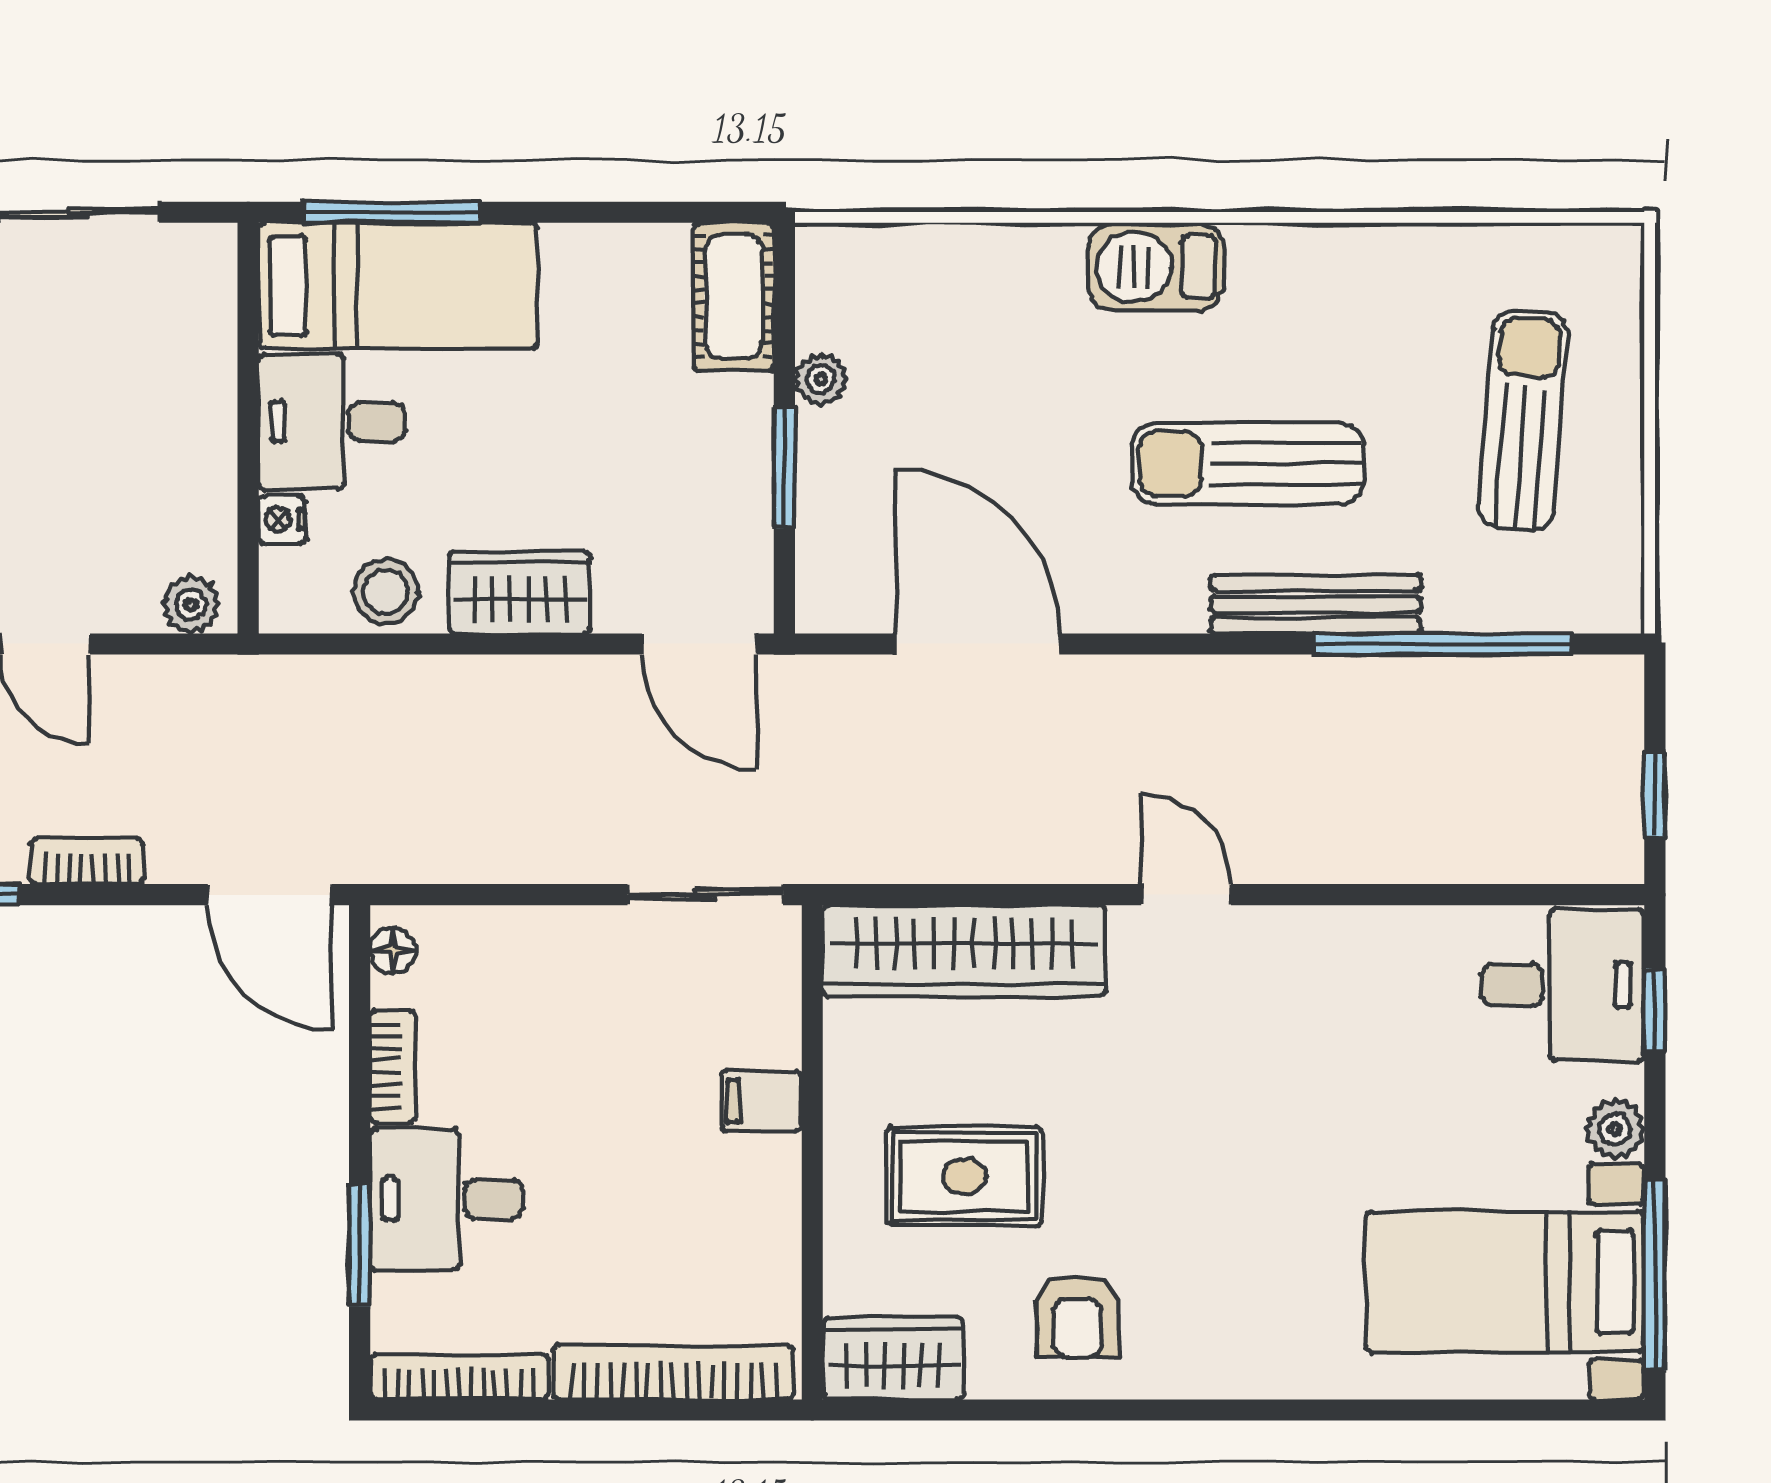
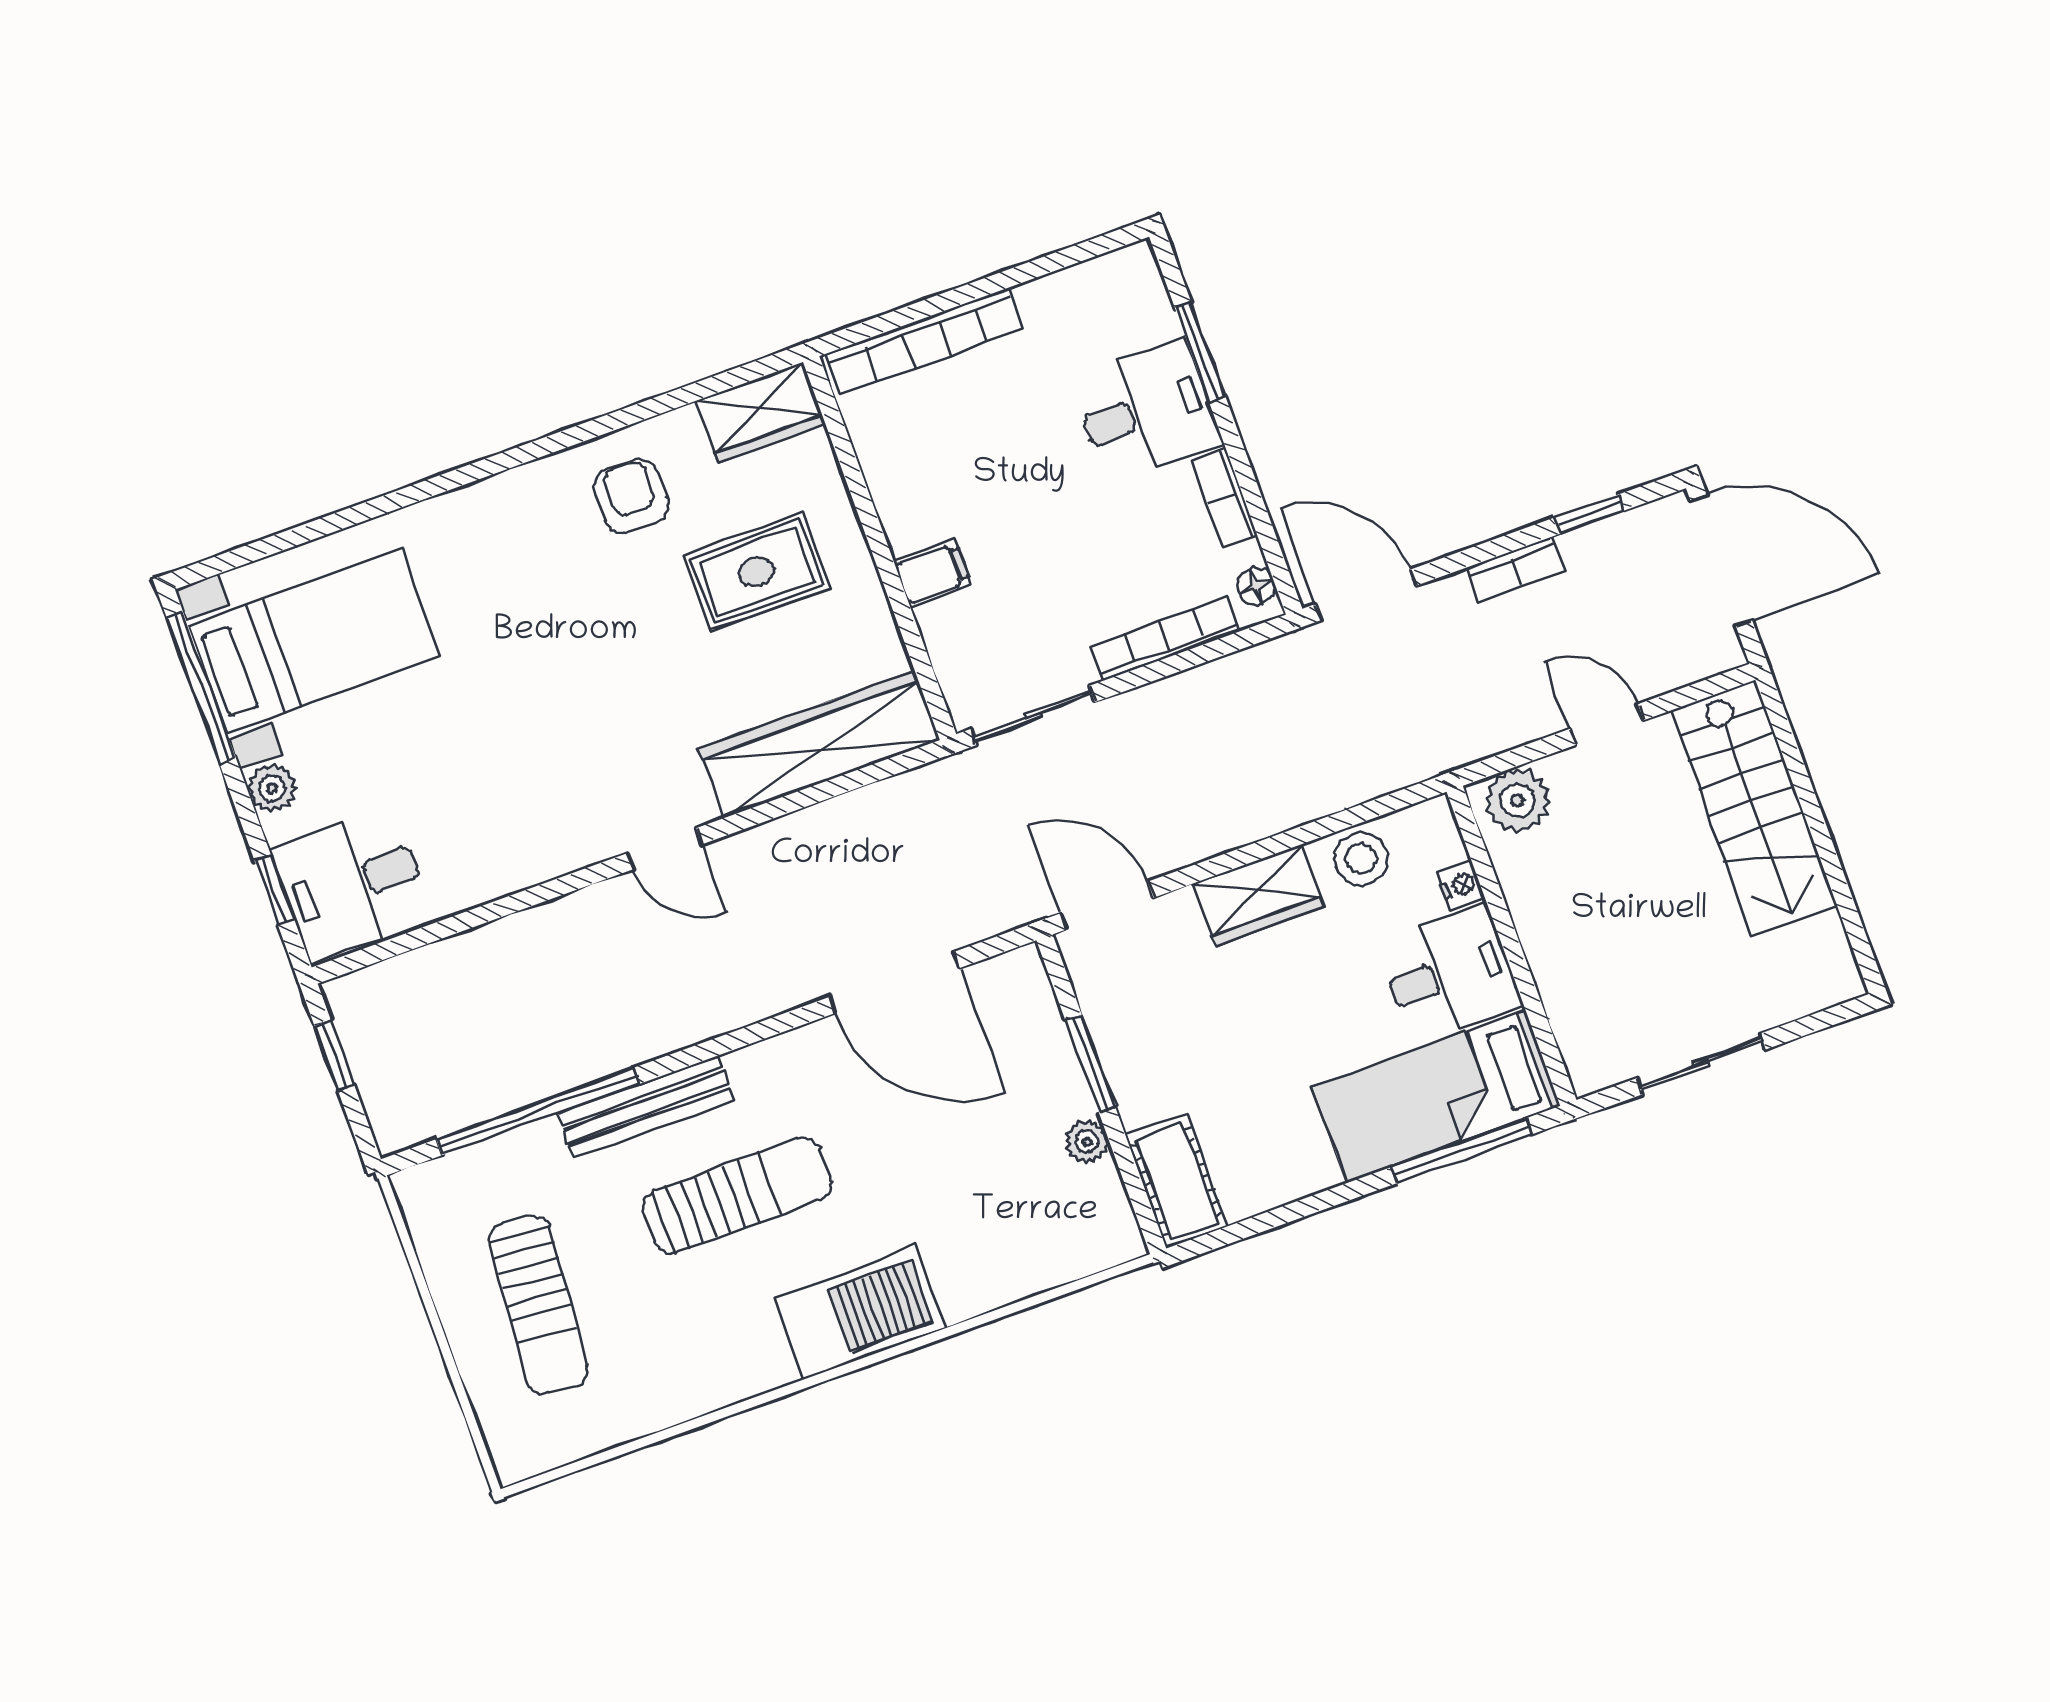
barbecue: (1155, 267) -> (860, 1313), width x1.37, depth x1.21
plant: (191, 605) -> (1518, 800), width x1.38, depth x1.38
bookcase: (459, 1377) -> (1166, 639), moved, turned 180

